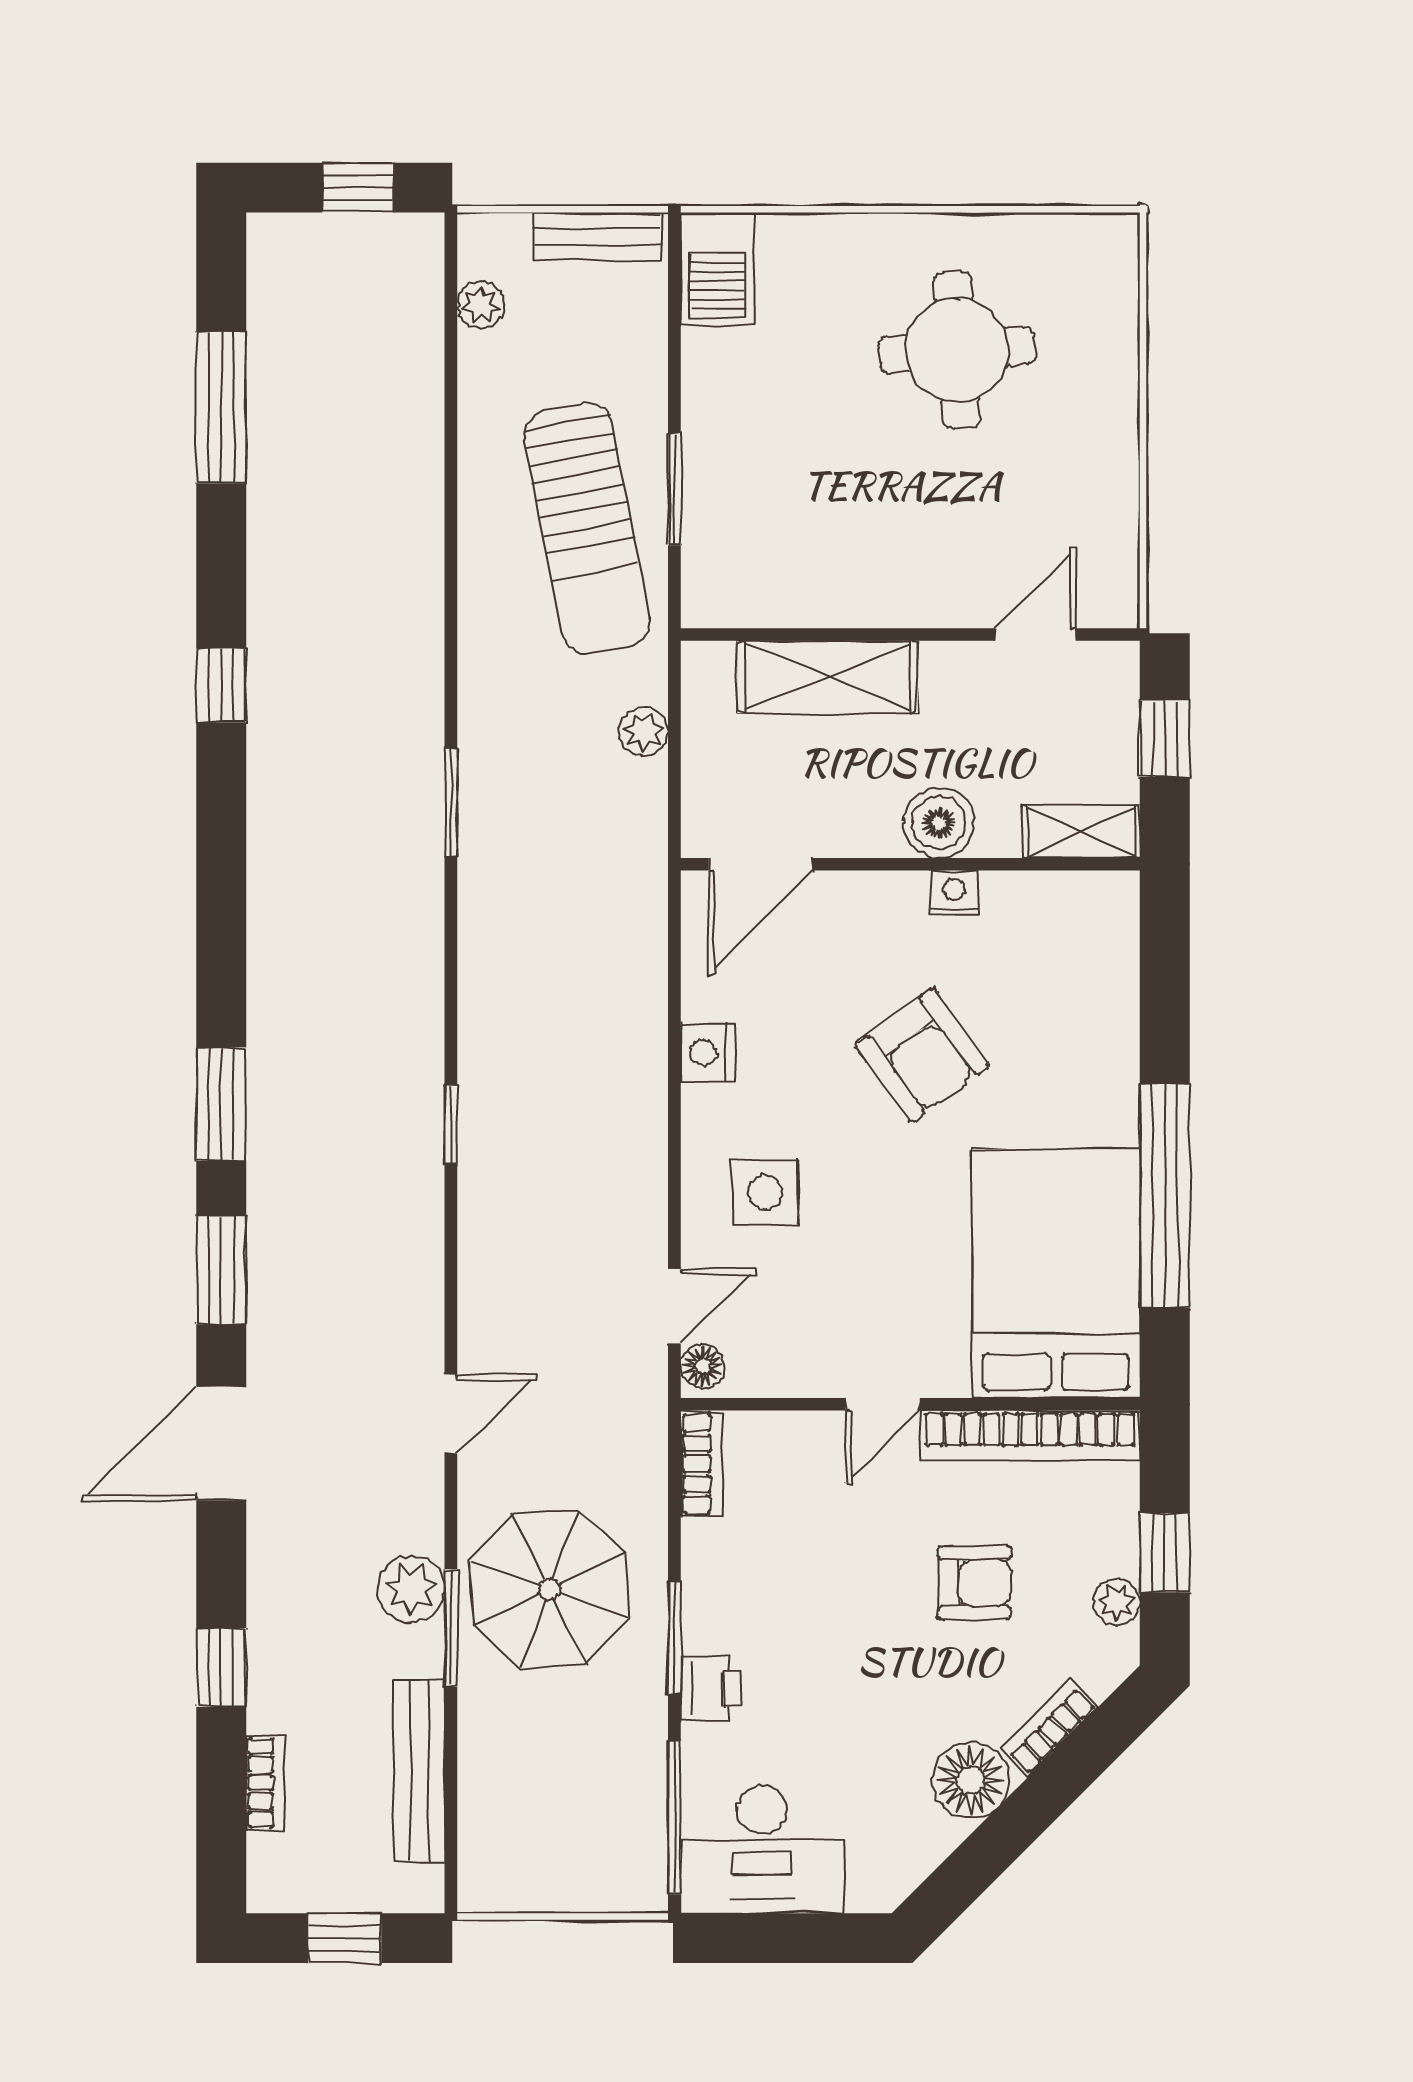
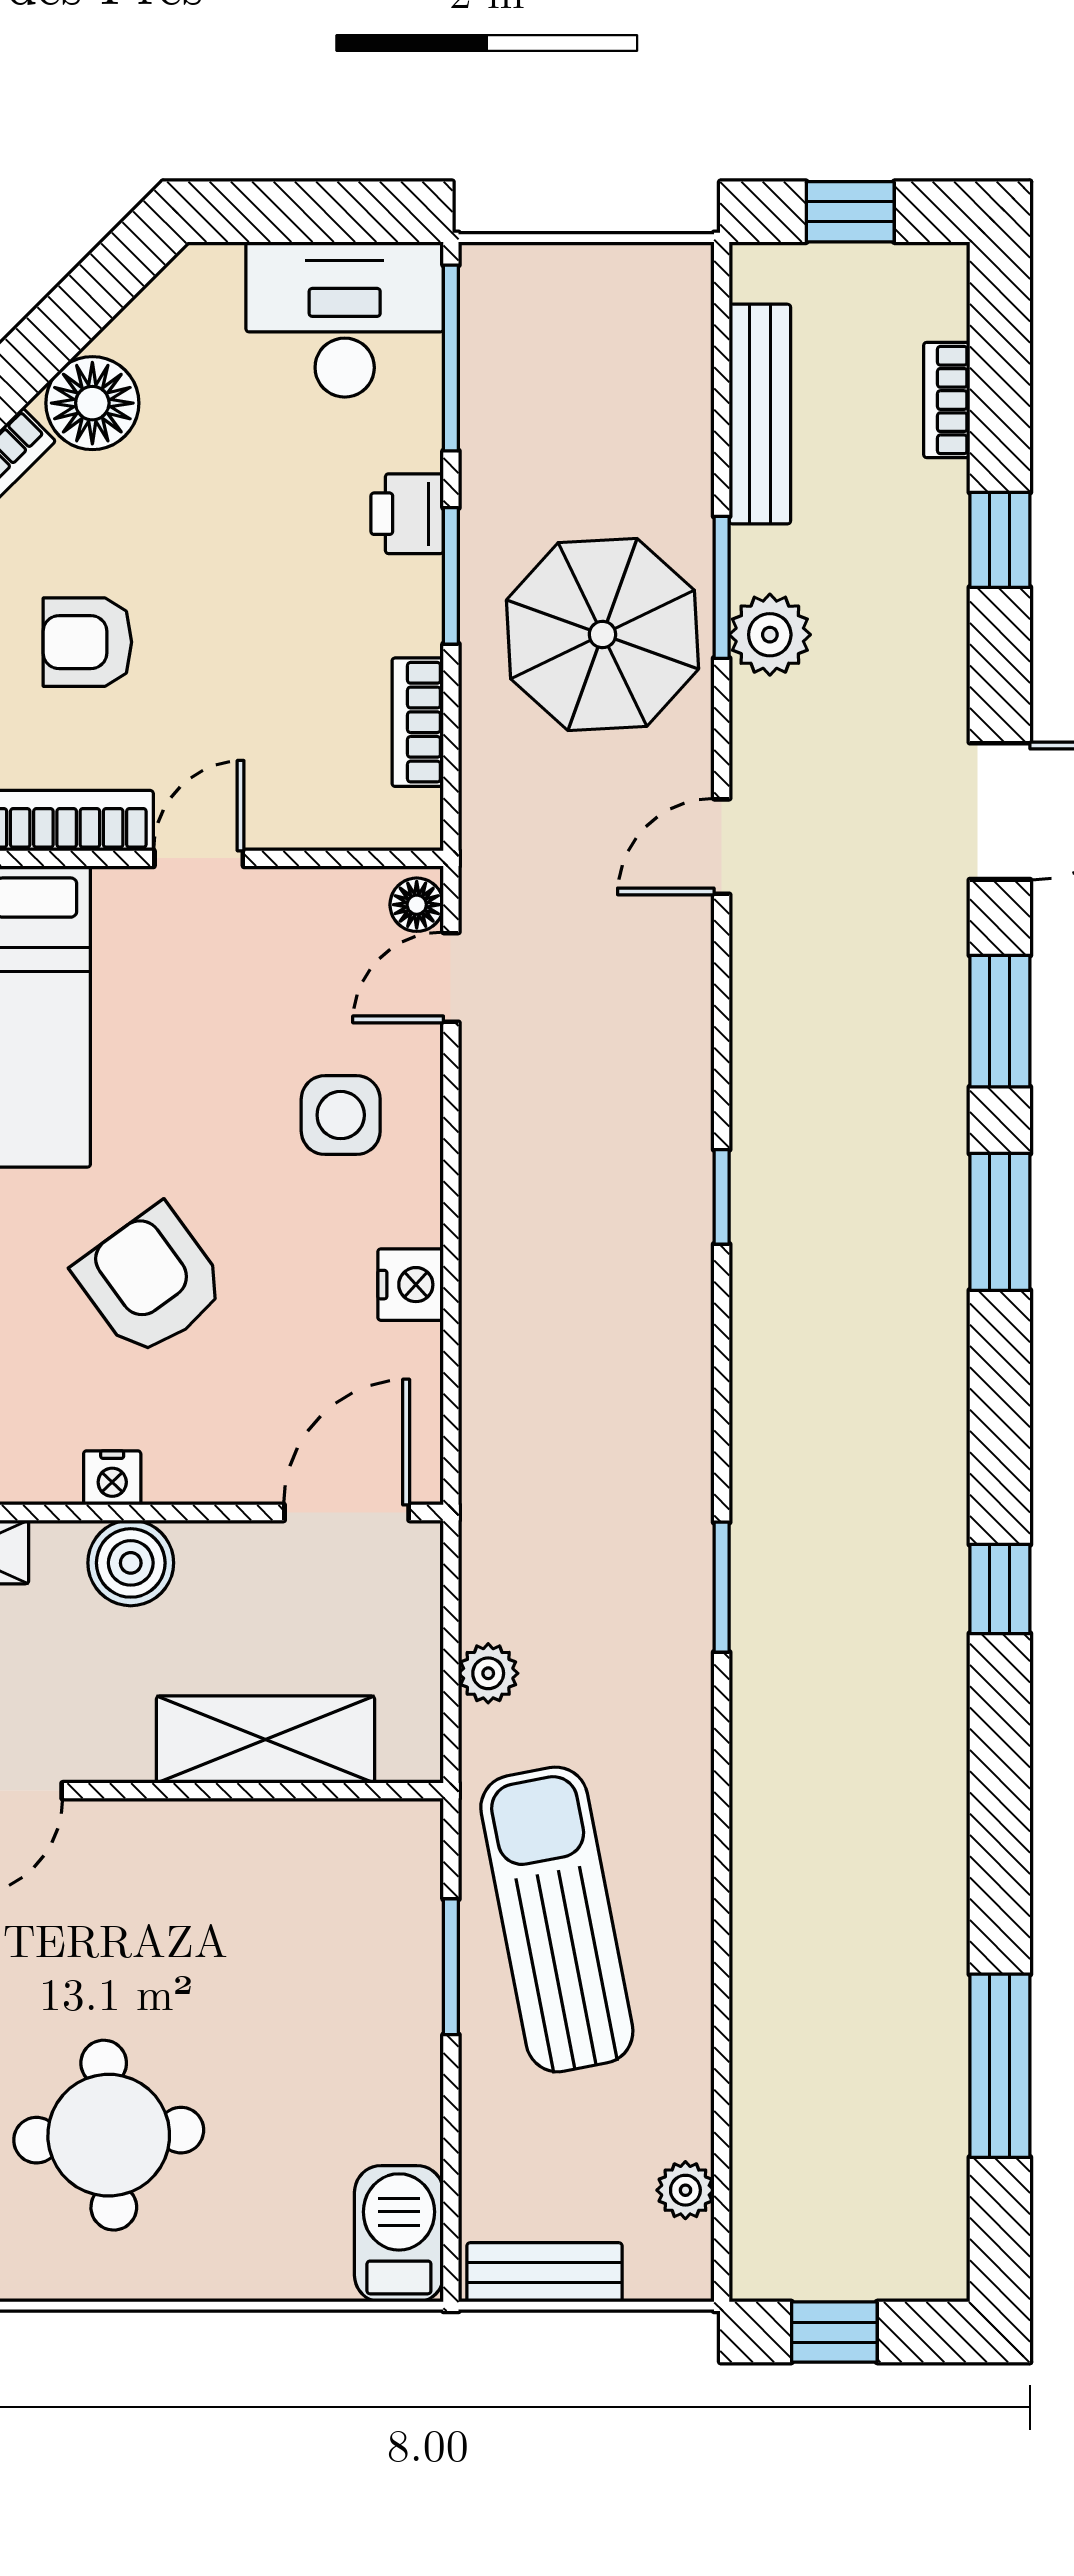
window: (221, 685) -> (1000, 1589), moved
bookcase: (702, 1464) -> (418, 722), moved

